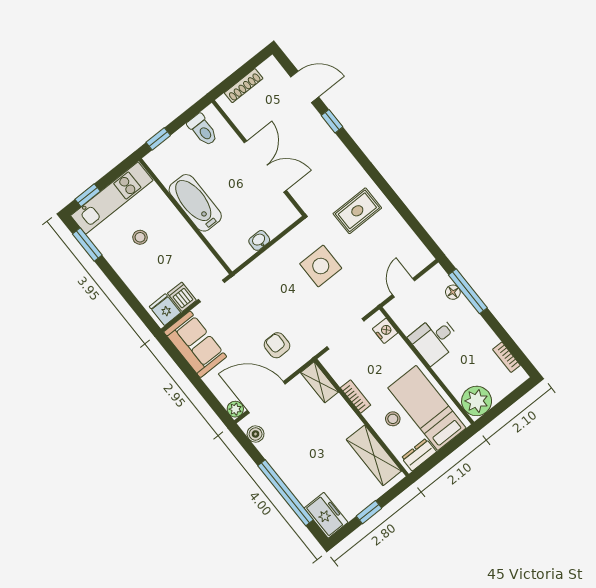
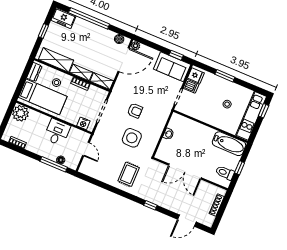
window: (332, 121) -> (150, 205), moved
window: (158, 139) -> (240, 168), moved
bathtub: (195, 203) -> (229, 144), moved
window: (87, 244) -> (225, 76), moved
armchair: (277, 345) -> (135, 111), moved
window: (179, 359) -> (176, 55), added
shelving: (345, 414) -> (81, 72), added

